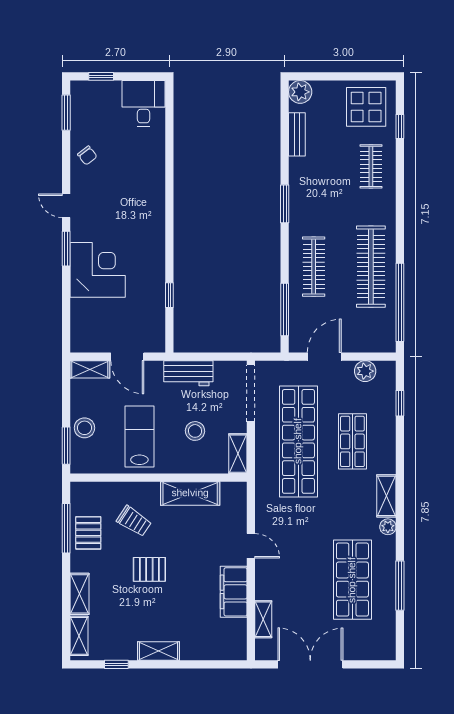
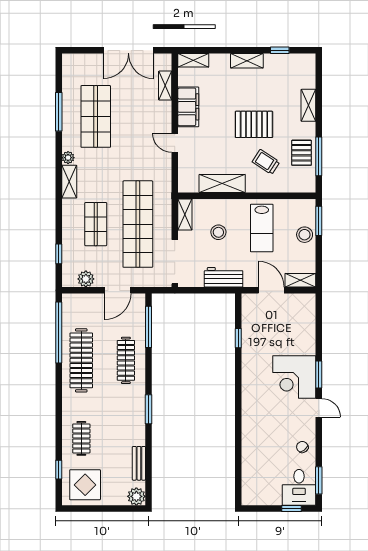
desk: (144, 104) -> (299, 487), moved
corner desk: (98, 270) -> (294, 377), moved
pallet: (149, 569) -> (254, 124), width x1.50, depth x1.42
shelving: (79, 636) -> (193, 60), moved, turned 90

